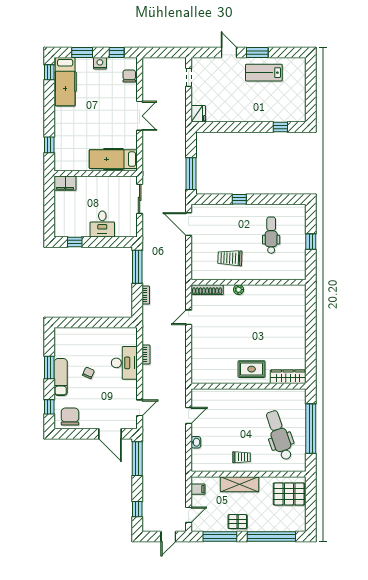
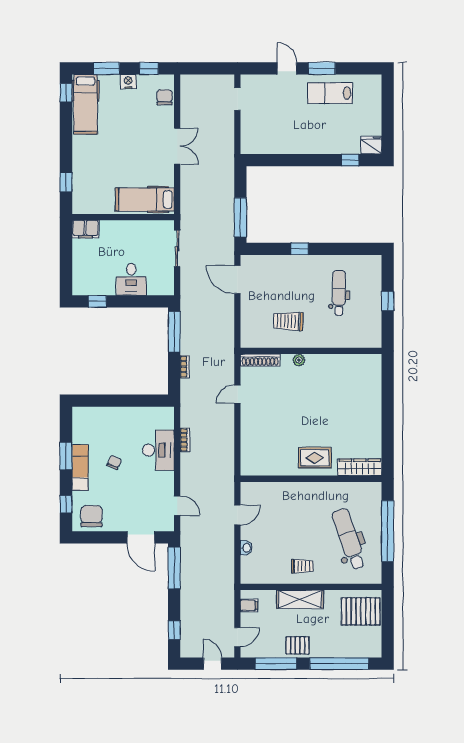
fridge: (198, 114) -> (371, 145), moved, turned -90
door: (140, 408) -> (177, 506), hinge flipped
door: (168, 536) -> (213, 664), swing flipped

